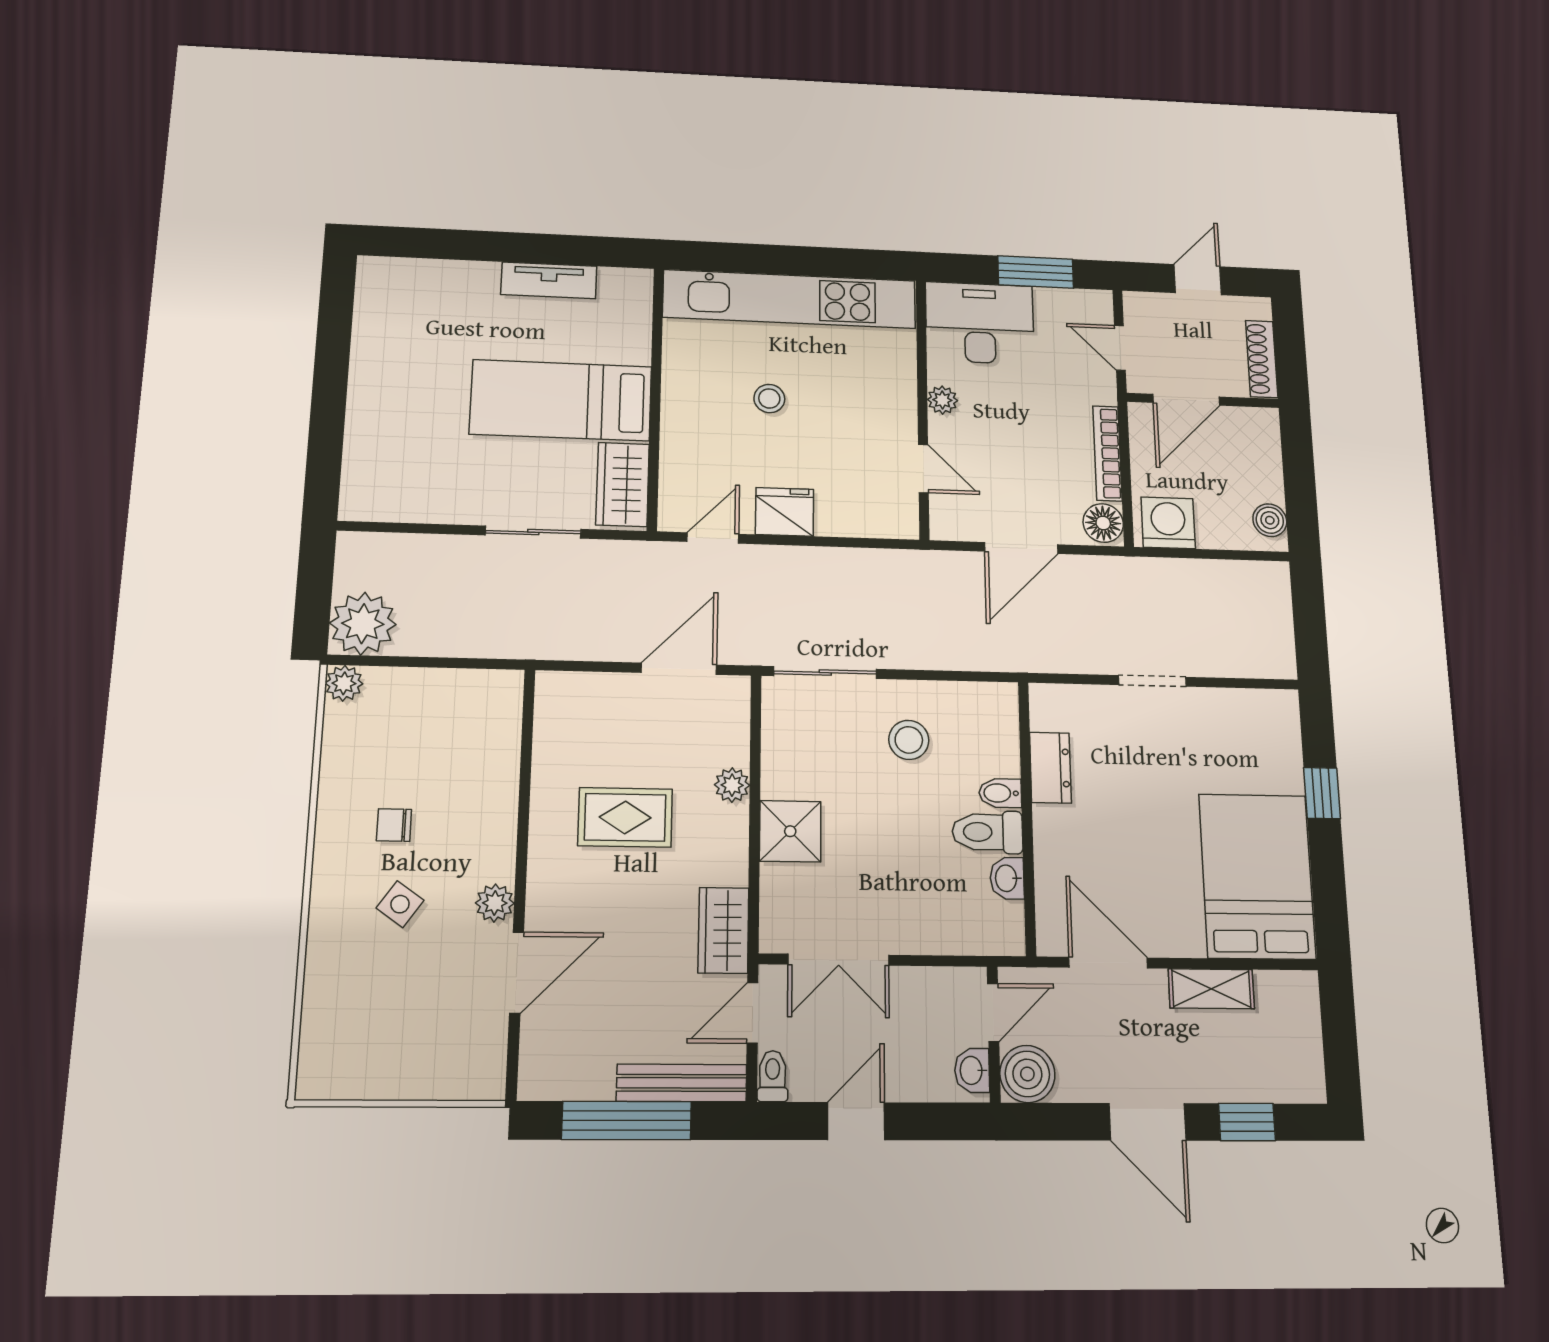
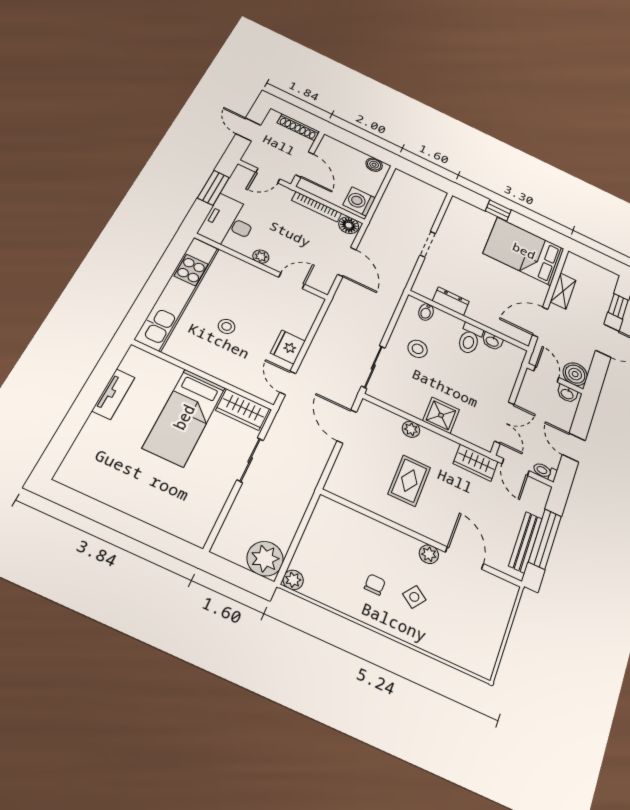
bidet: (1000, 793) -> (426, 312), moved
chair: (394, 825) -> (375, 585), turned 180
bench: (682, 1083) -> (525, 542), moved

